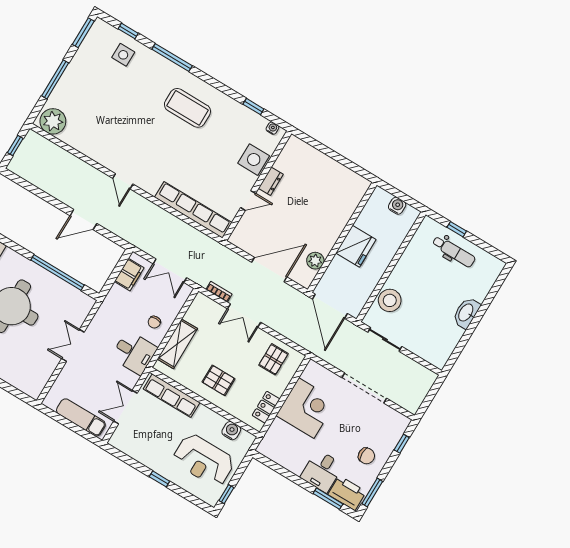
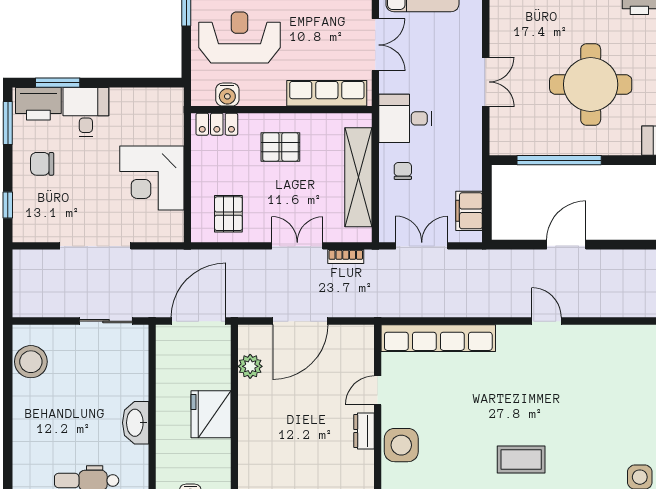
coffee table: (187, 108) -> (521, 459), width x0.73, depth x0.76
stool: (390, 300) -> (31, 362), moved
door: (330, 306) -> (198, 321), hinge flipped
washbasin: (466, 313) -> (136, 423), moved, turned 180
shelving: (177, 344) -> (358, 177), width x1.47
locker: (266, 407) -> (217, 124), moved, turned 90

